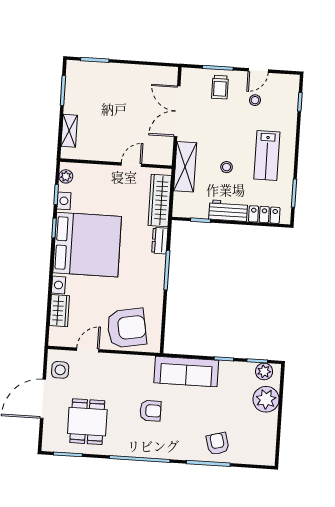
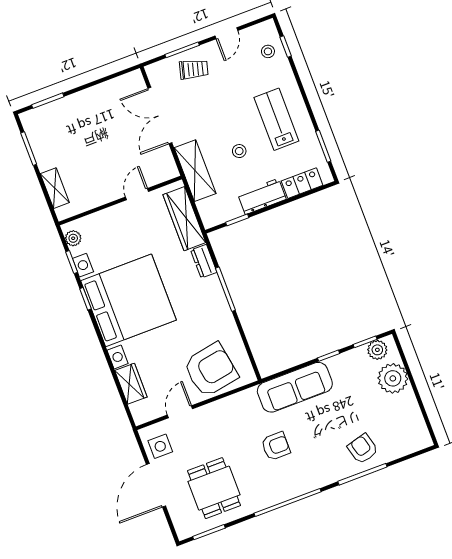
trolley: (220, 87) -> (194, 69), turned -75
stool: (255, 100) -> (268, 51), moved
lab bench: (267, 156) -> (276, 119), turned 180

